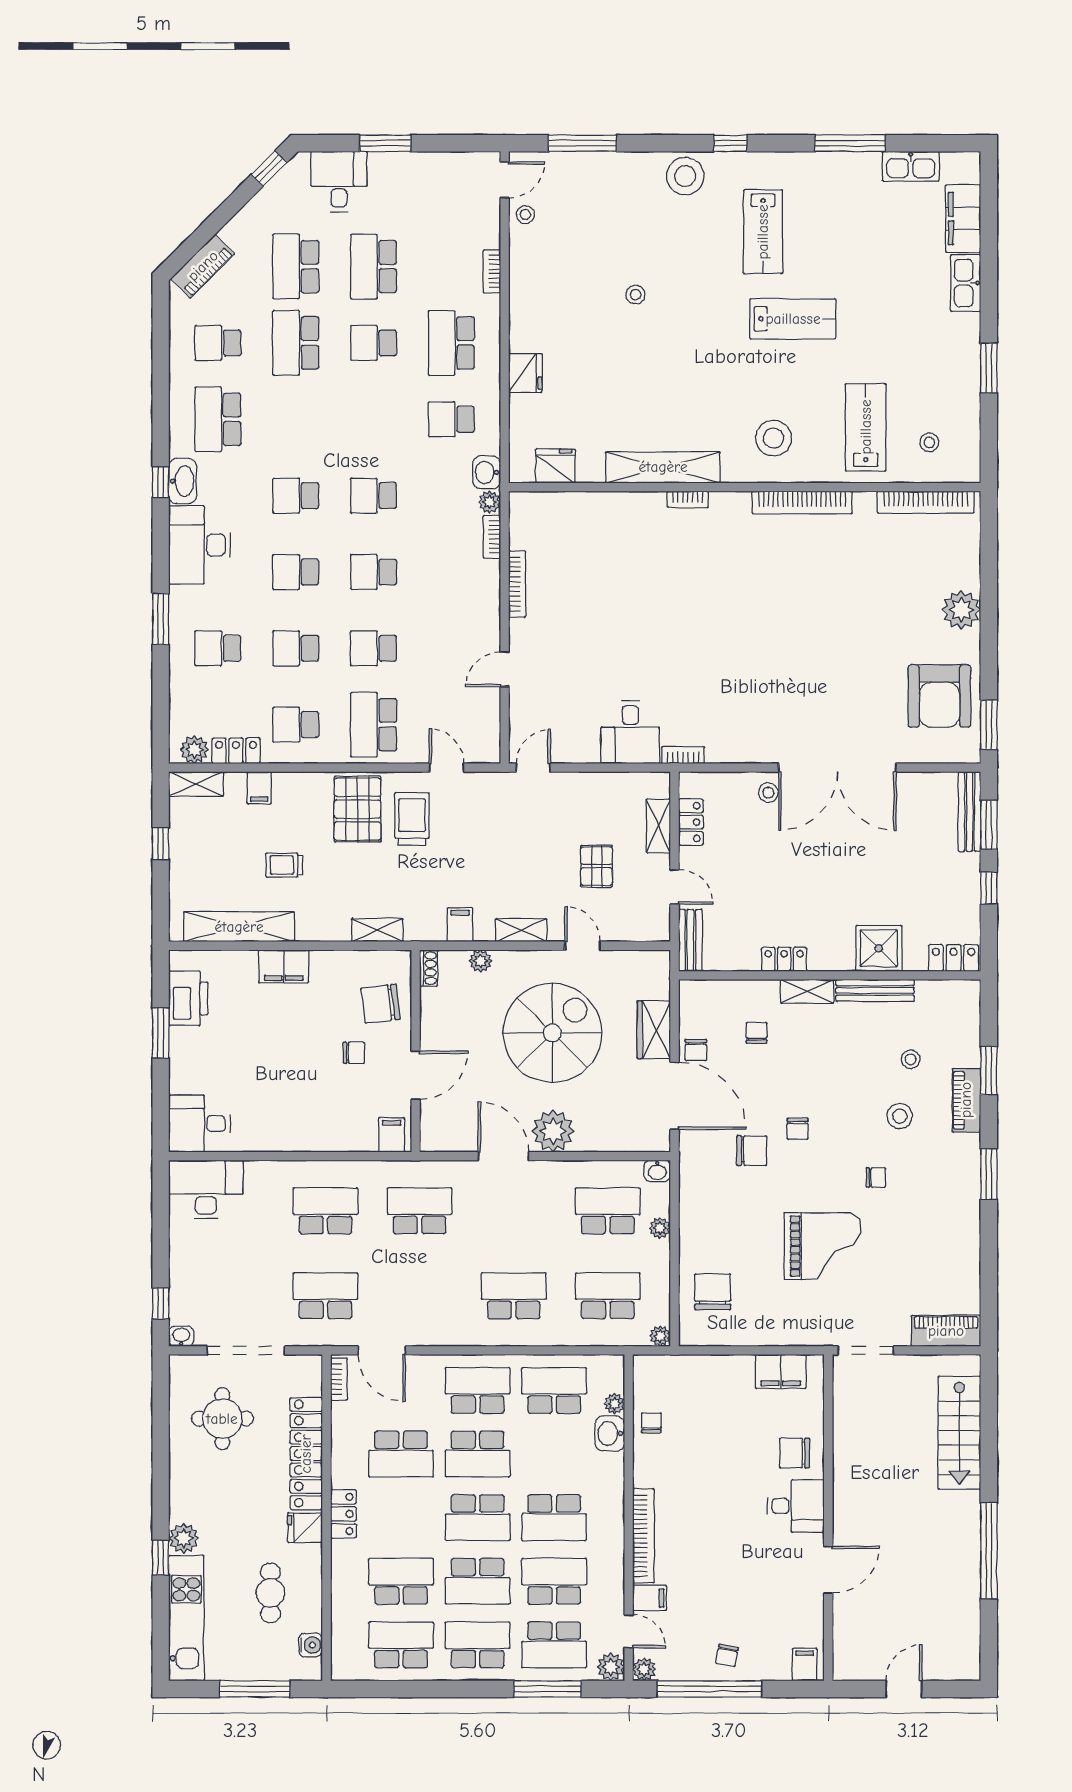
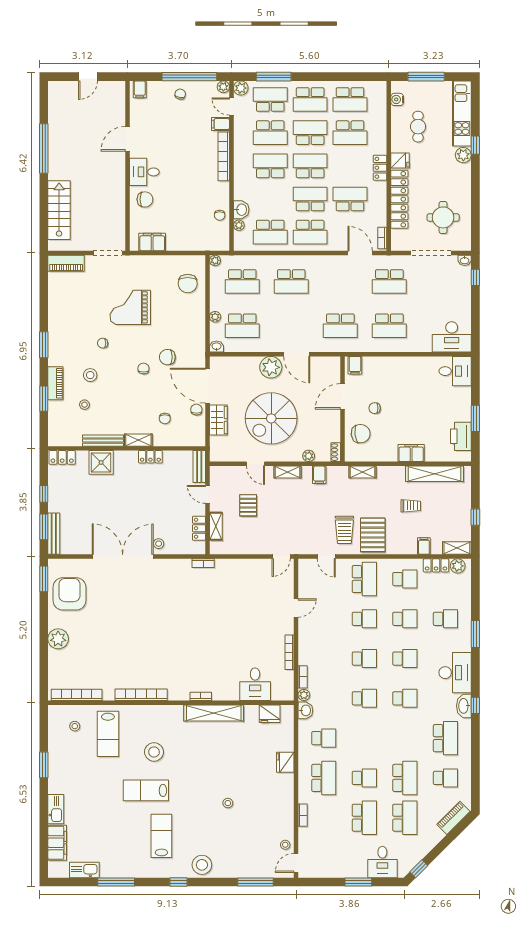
stool: (774, 438) -> (154, 752), moved
desk: (630, 732) -> (255, 684), moved, turned 180

